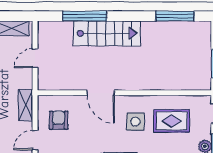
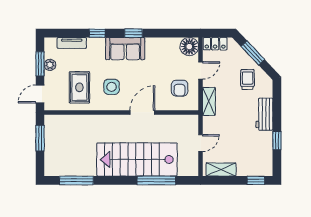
stairs: (107, 33) -> (137, 160), width x1.36, depth x1.51
door: (101, 93) -> (142, 112), hinge flipped
rug: (172, 121) -> (79, 87), turned 90

